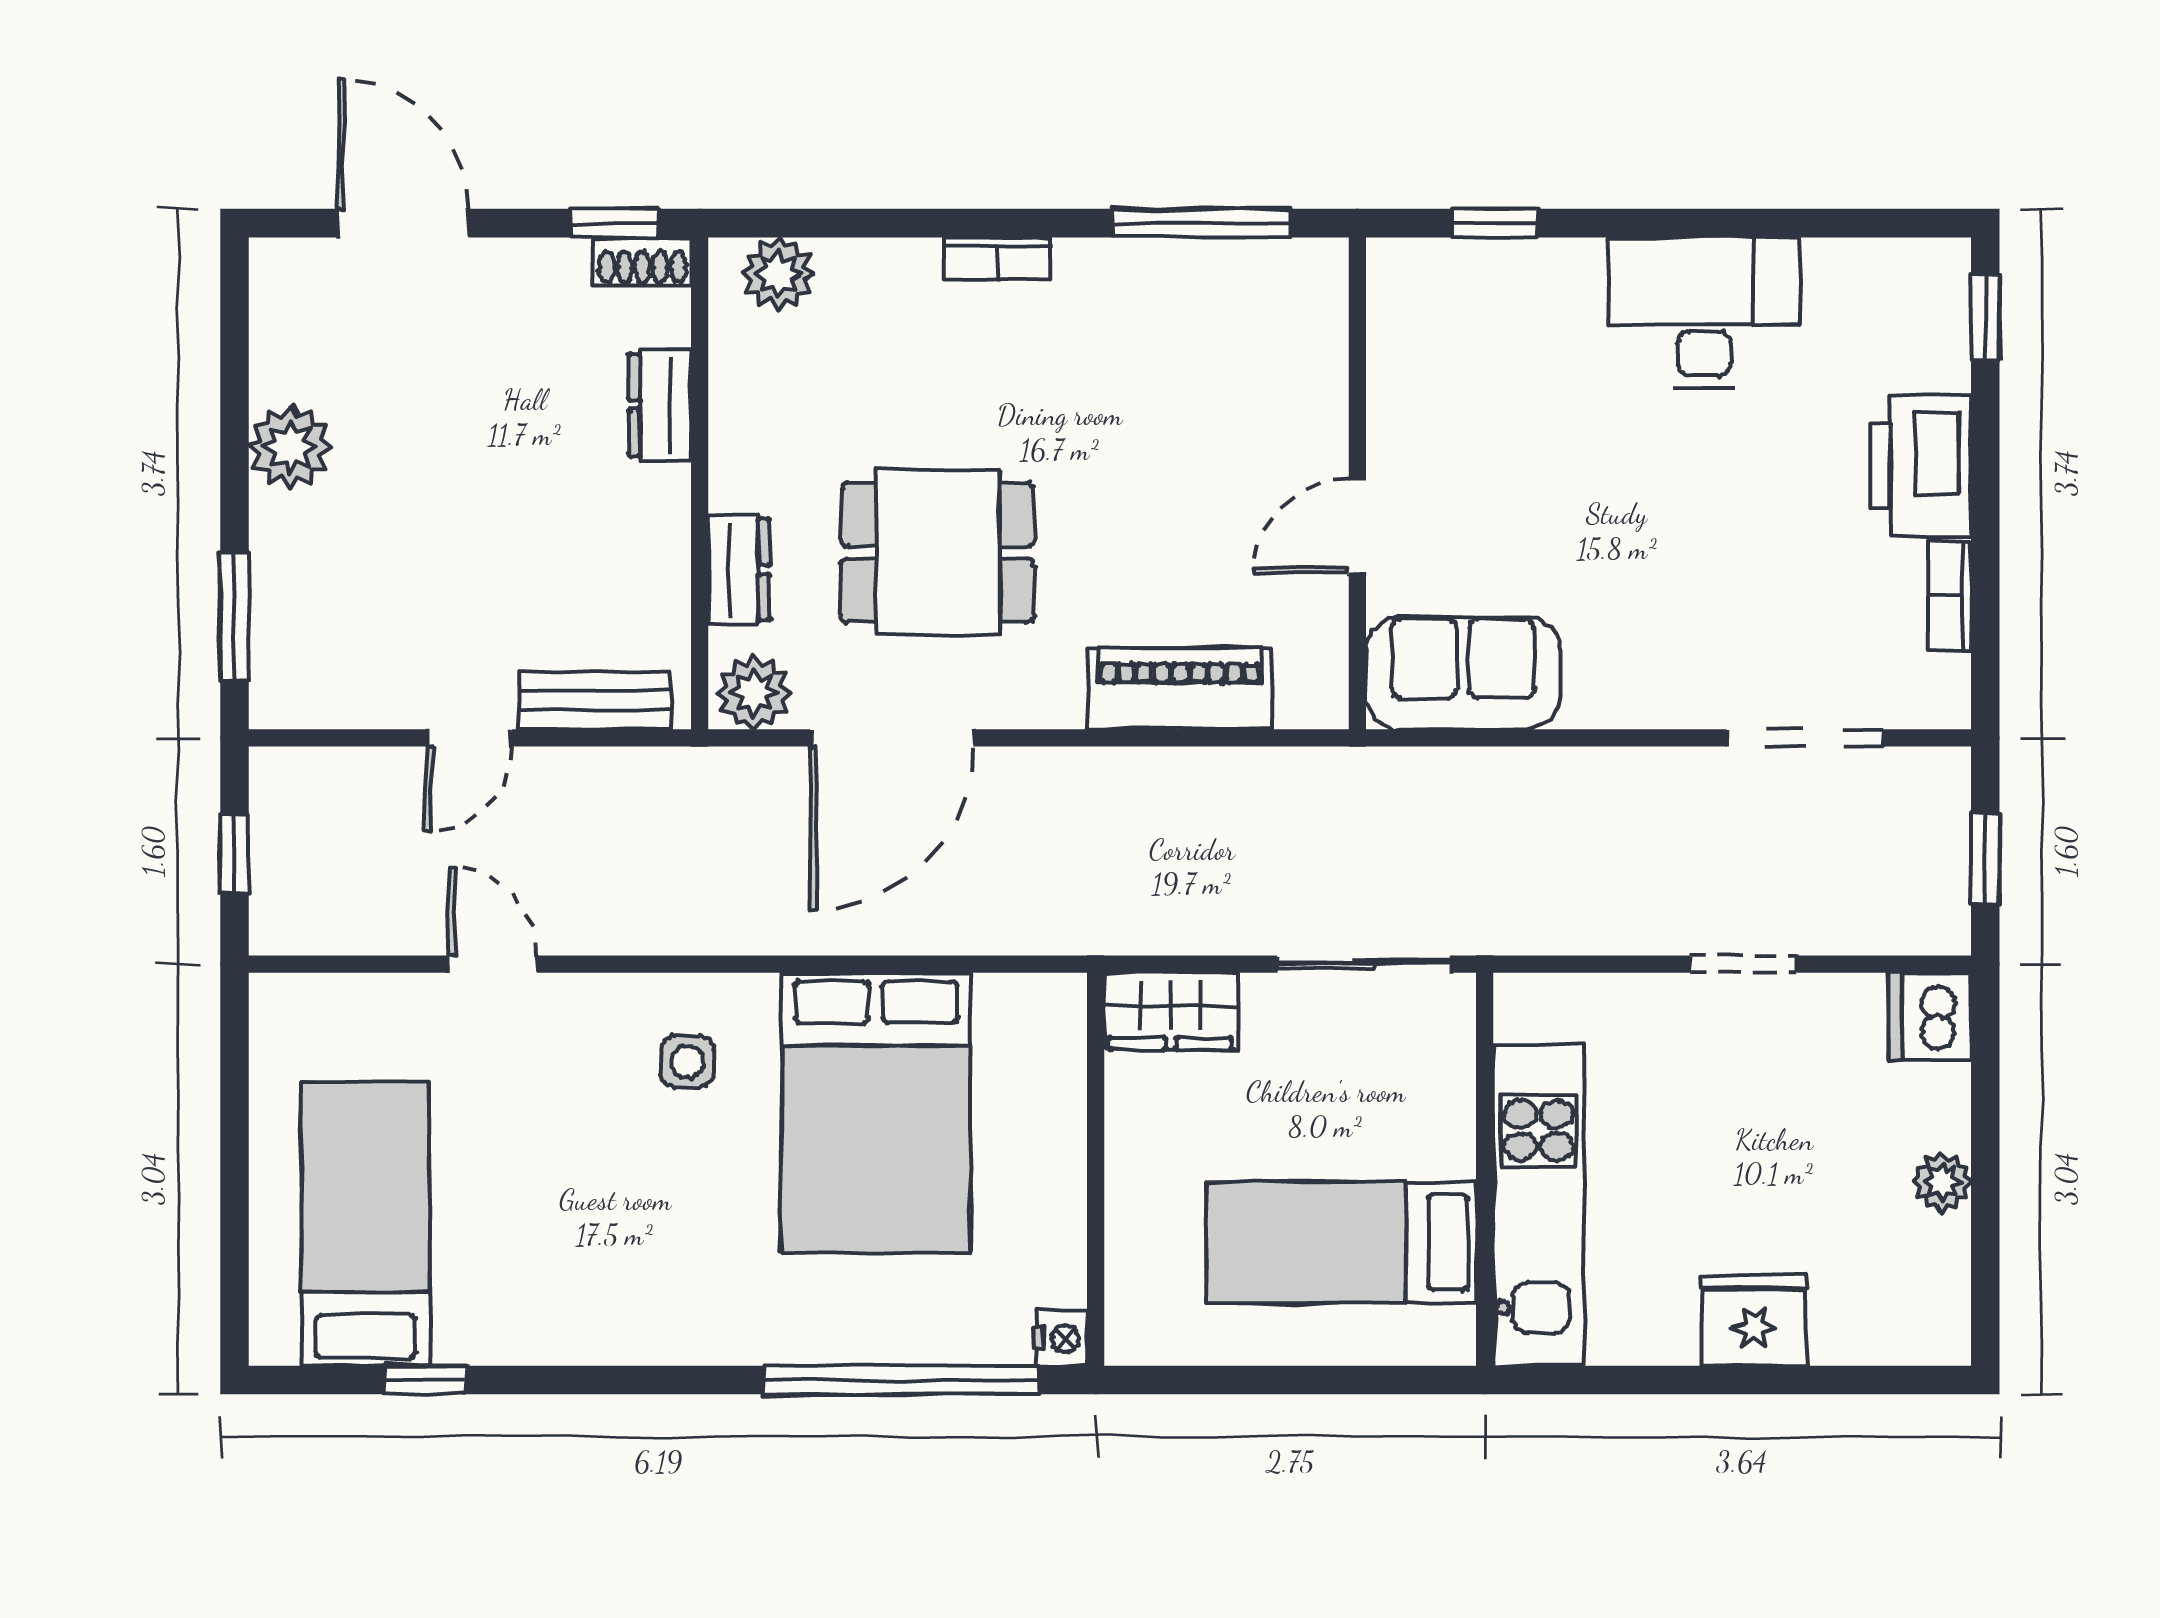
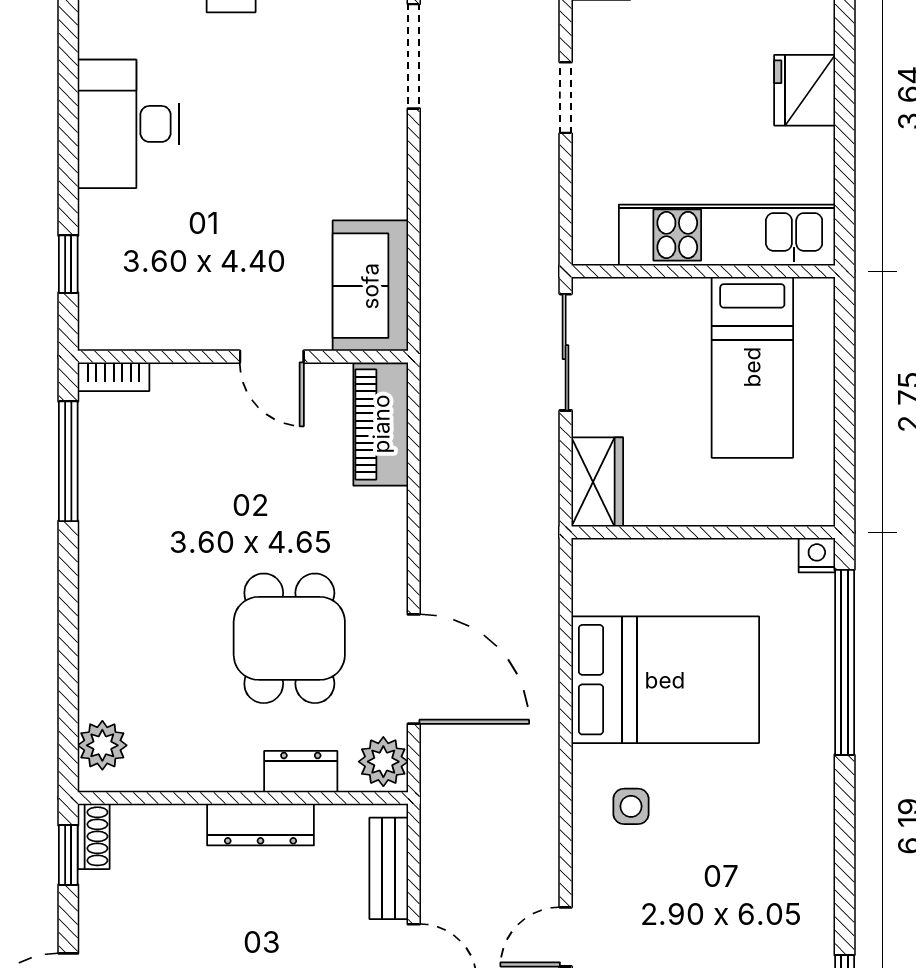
bookcase: (997, 259) -> (114, 377), moved, turned 90
dresser: (660, 405) -> (260, 825), moved, width x1.44
piano: (1180, 689) -> (381, 424), moved

